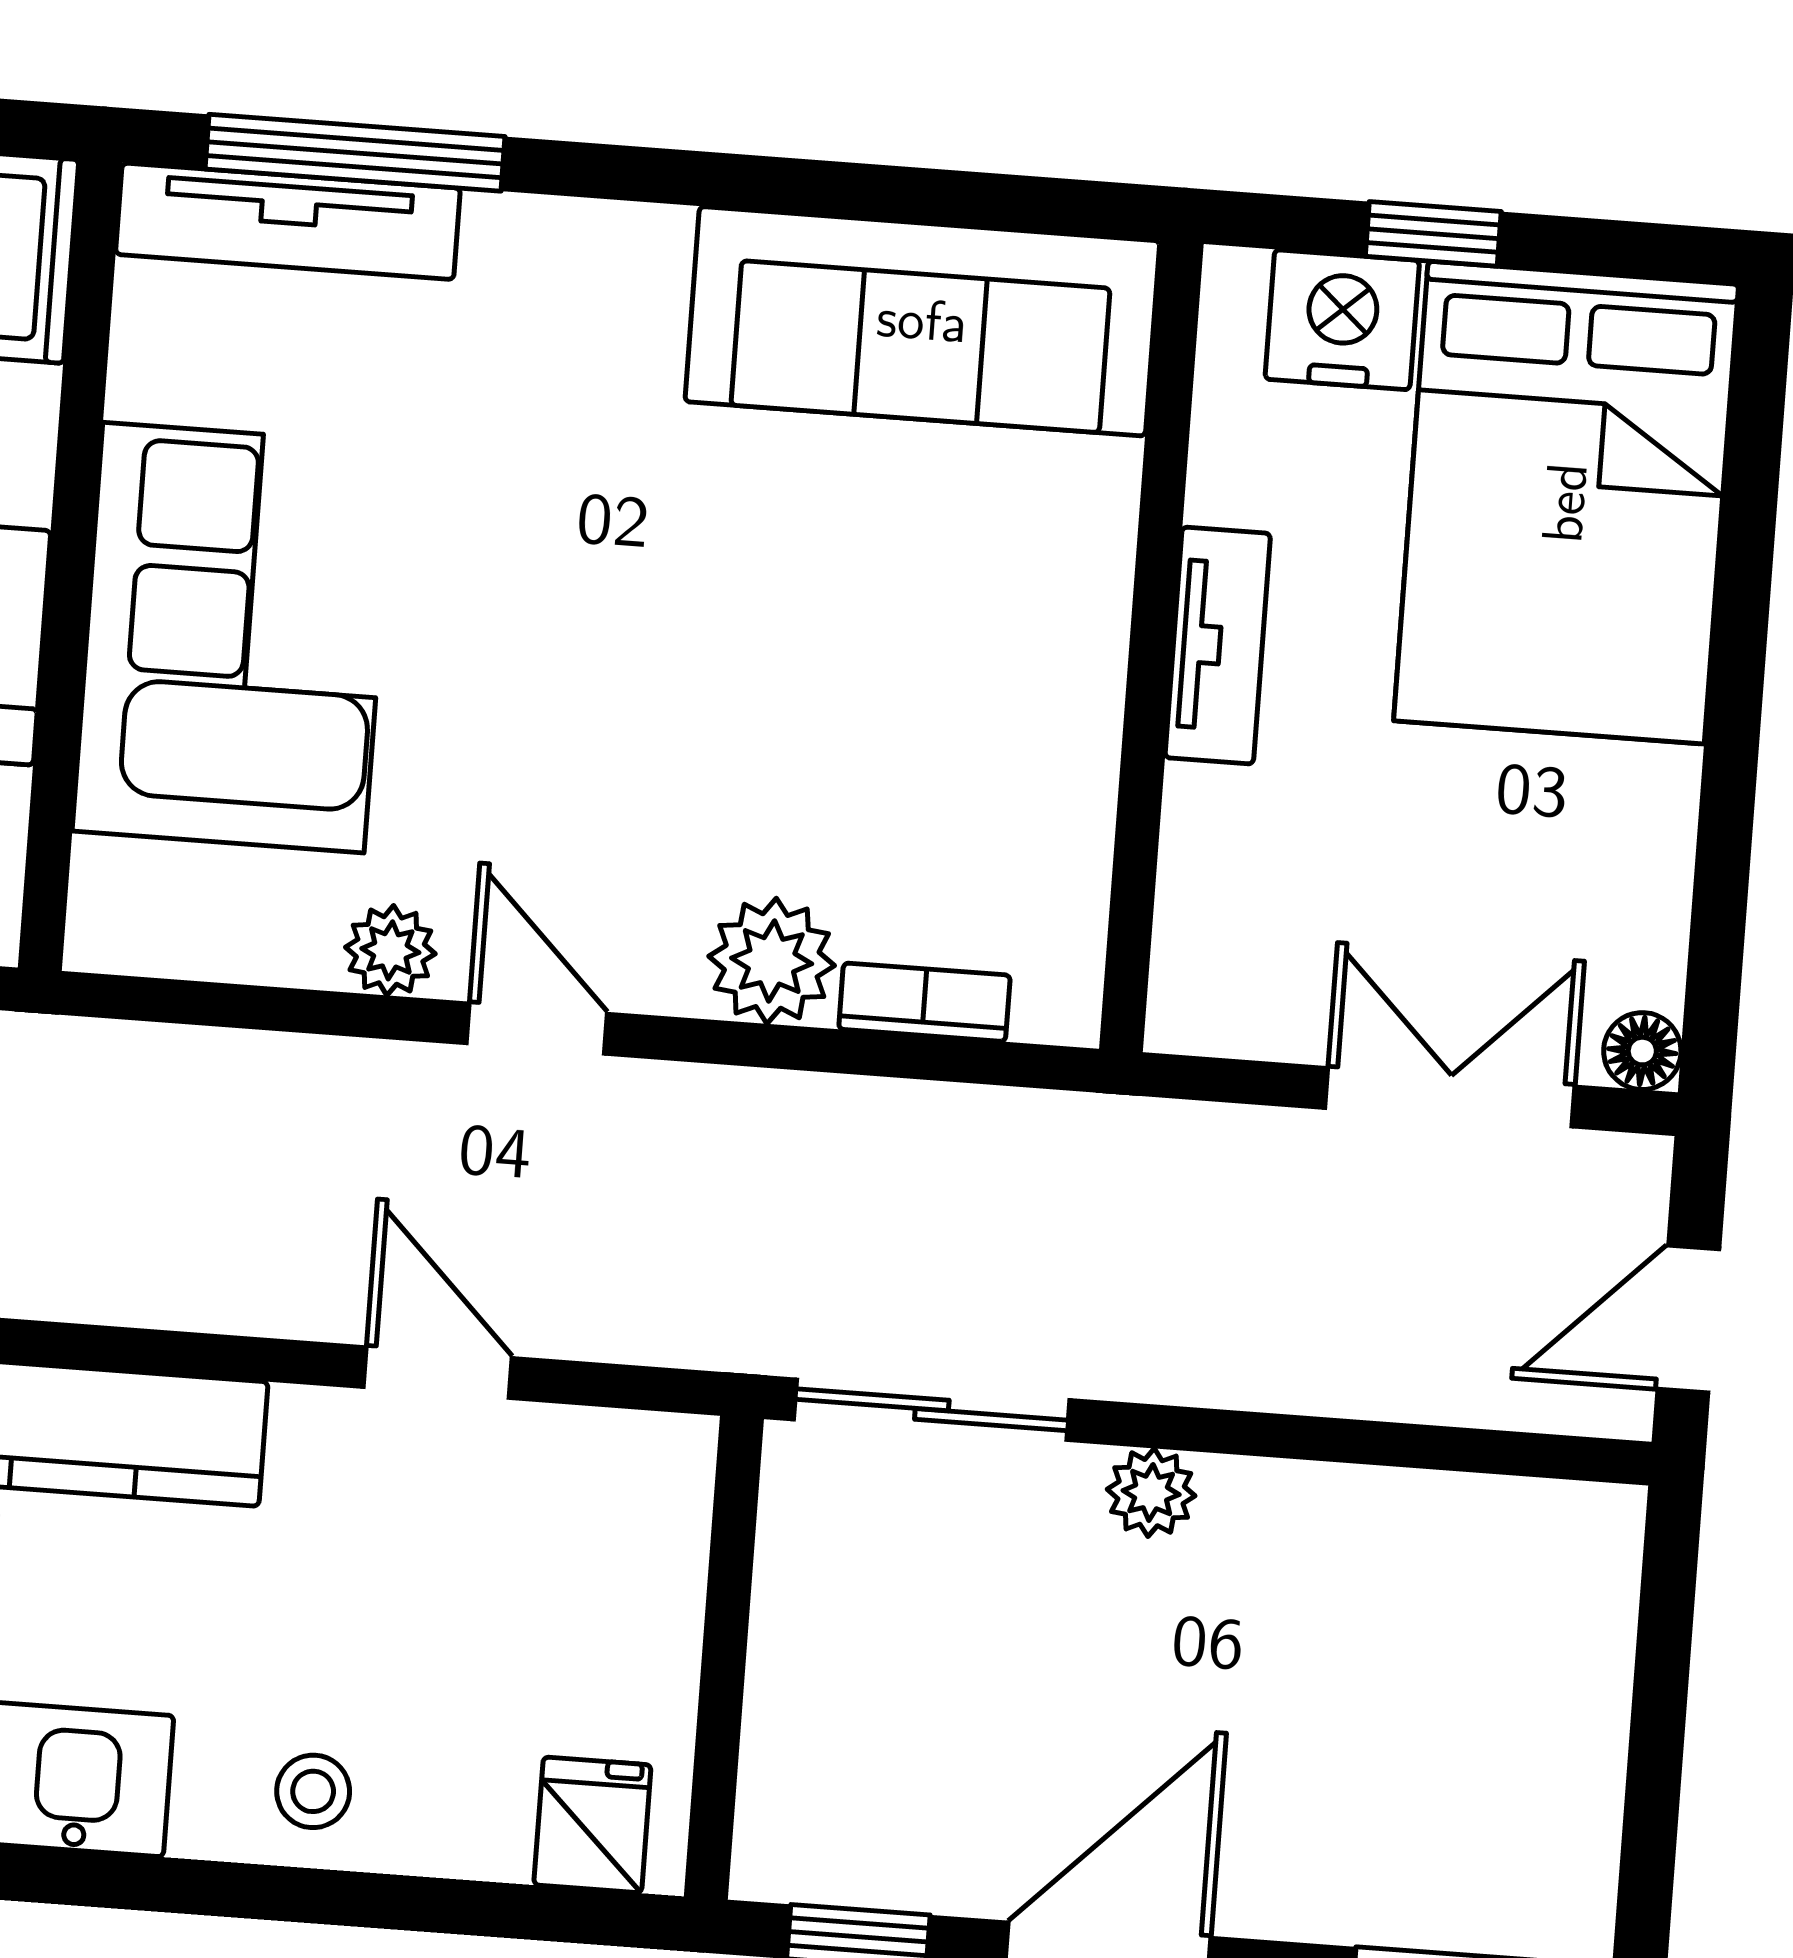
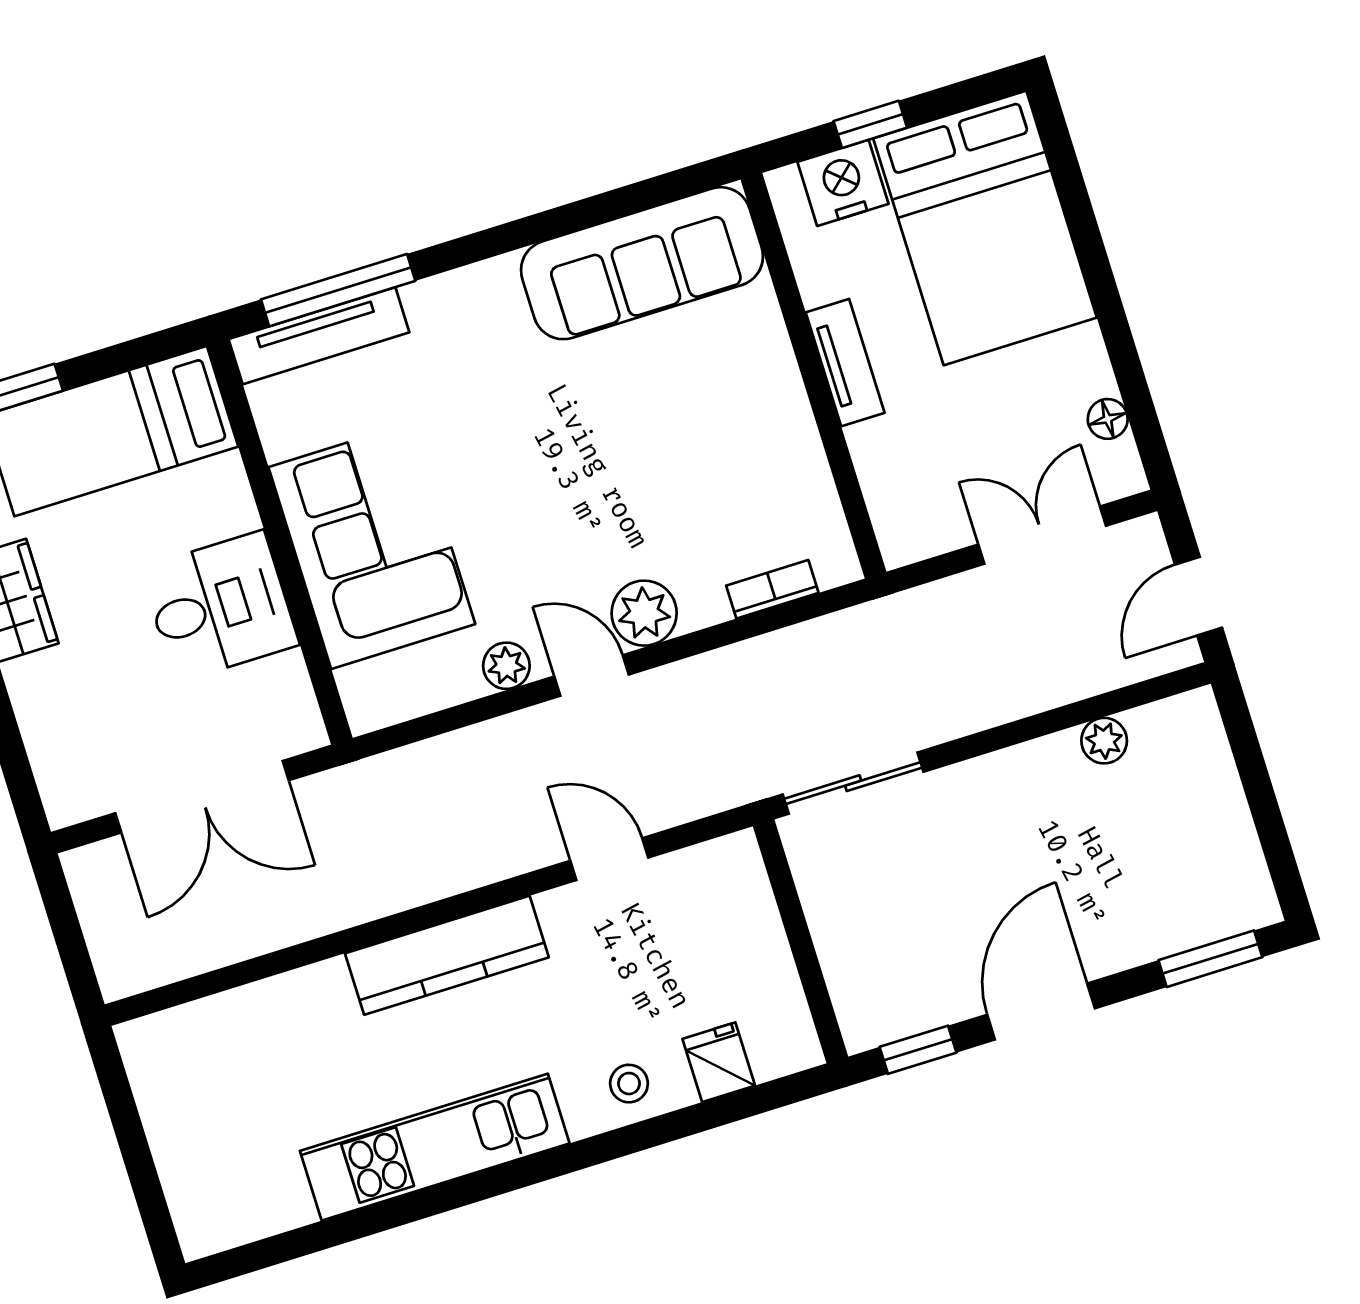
plant: (772, 961) -> (644, 613), moved
floor lamp: (1642, 1051) -> (1108, 419), moved
plant: (1151, 1493) -> (1104, 741), moved
fridge: (592, 1825) -> (719, 1062), moved

